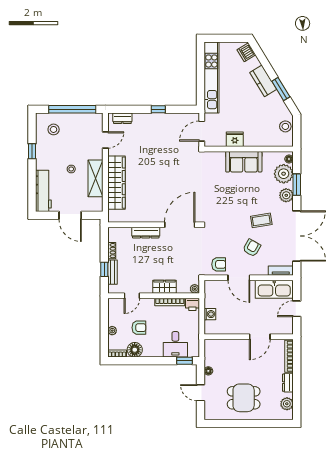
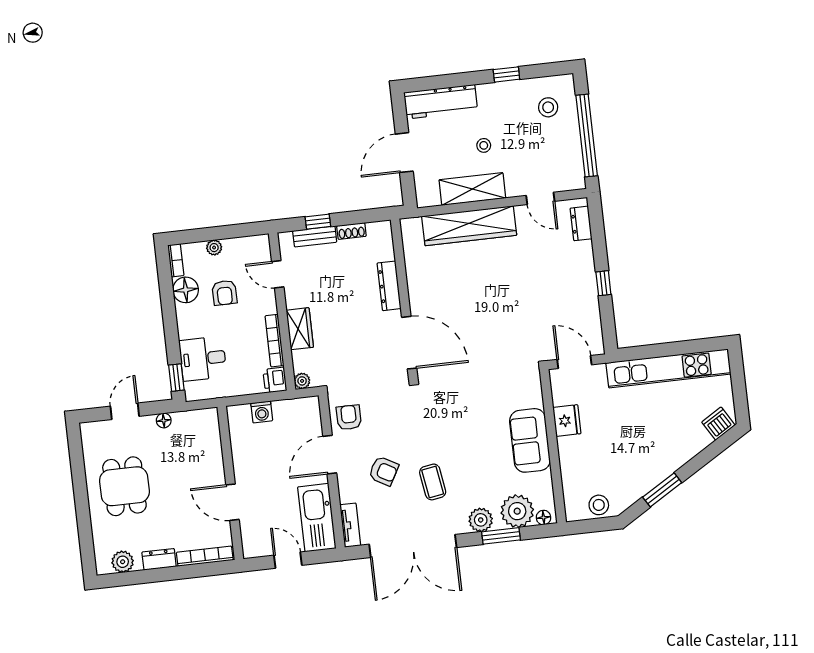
kitchen counter: (263, 81) -> (673, 458), removed
armchair: (219, 264) -> (349, 417), turned 180

